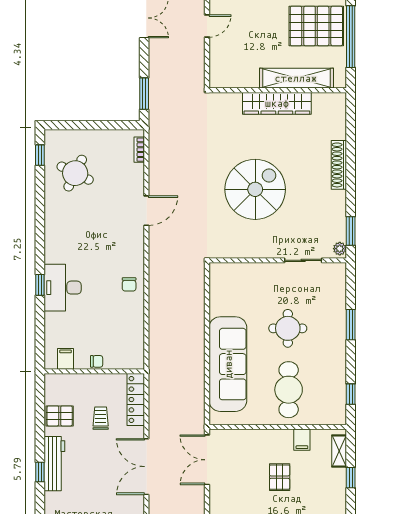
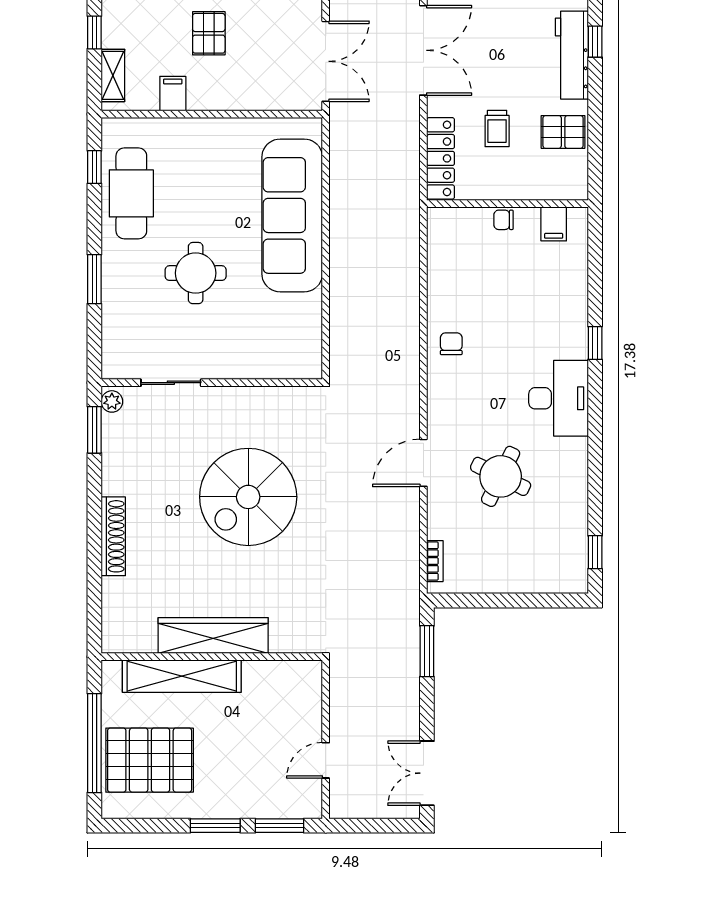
round table: (75, 173) -> (501, 476), moved
desk: (63, 288) -> (558, 398), moved
cafe table: (289, 390) -> (131, 193), moved

